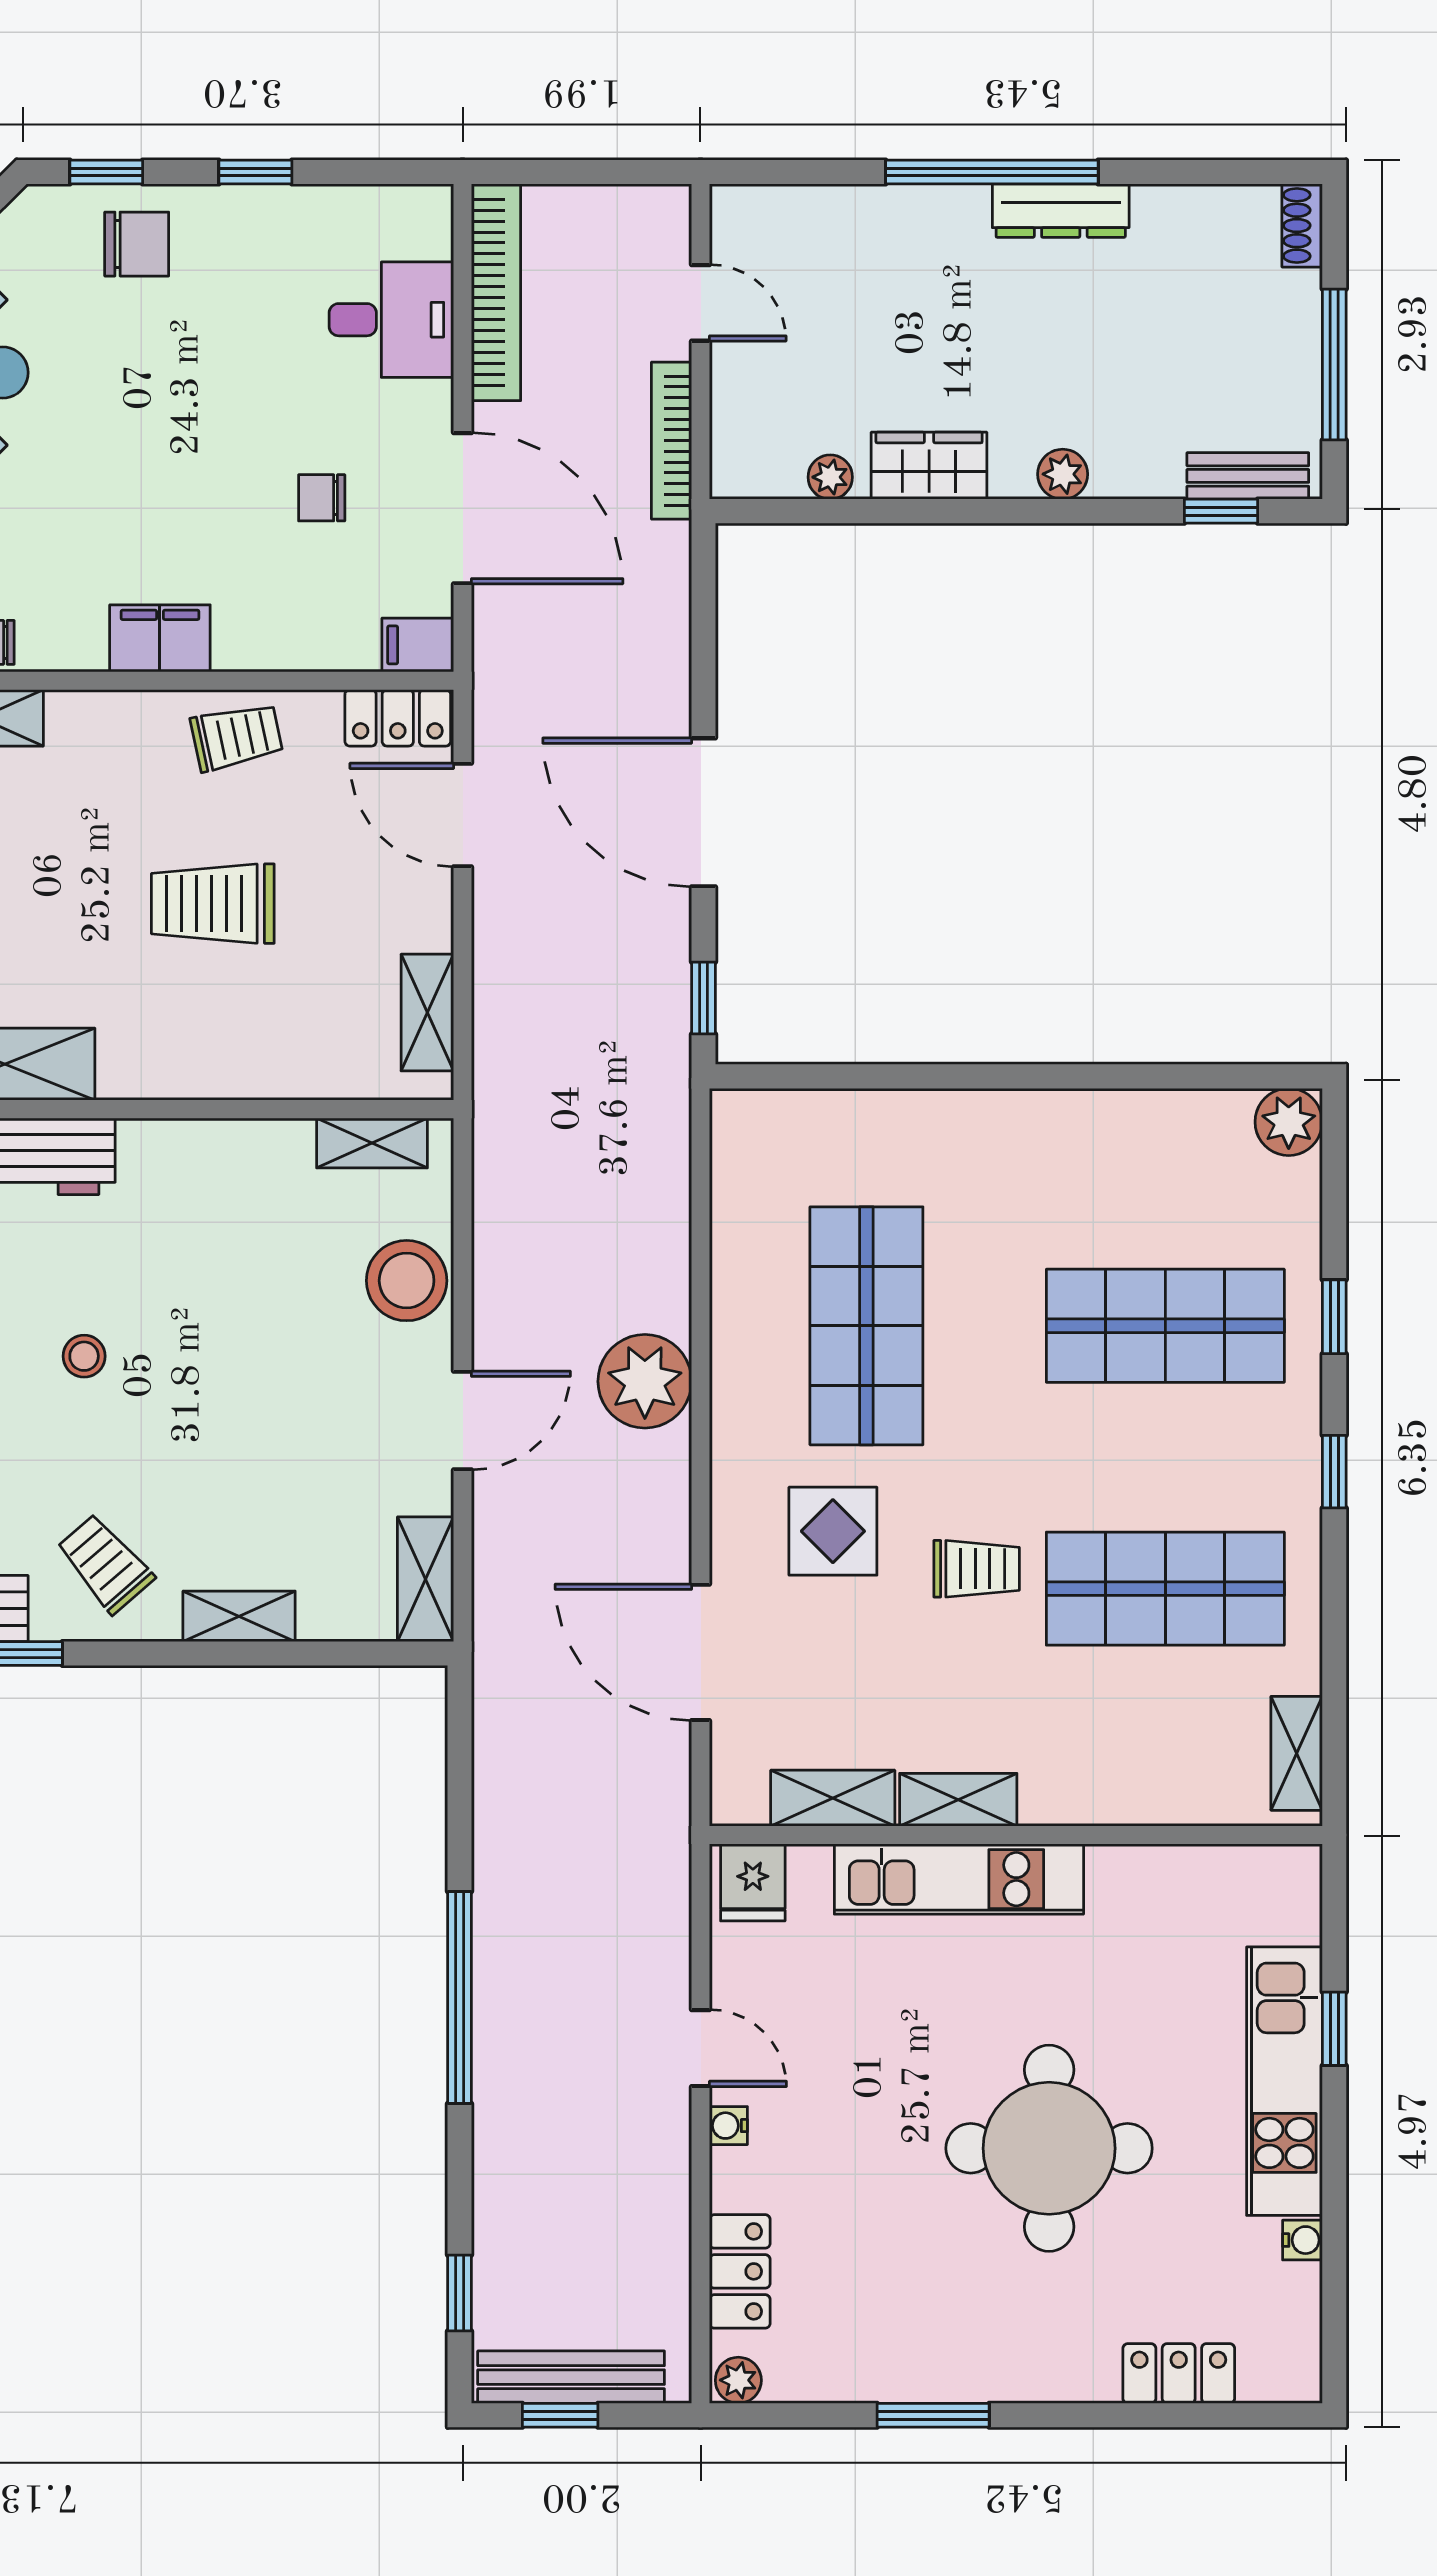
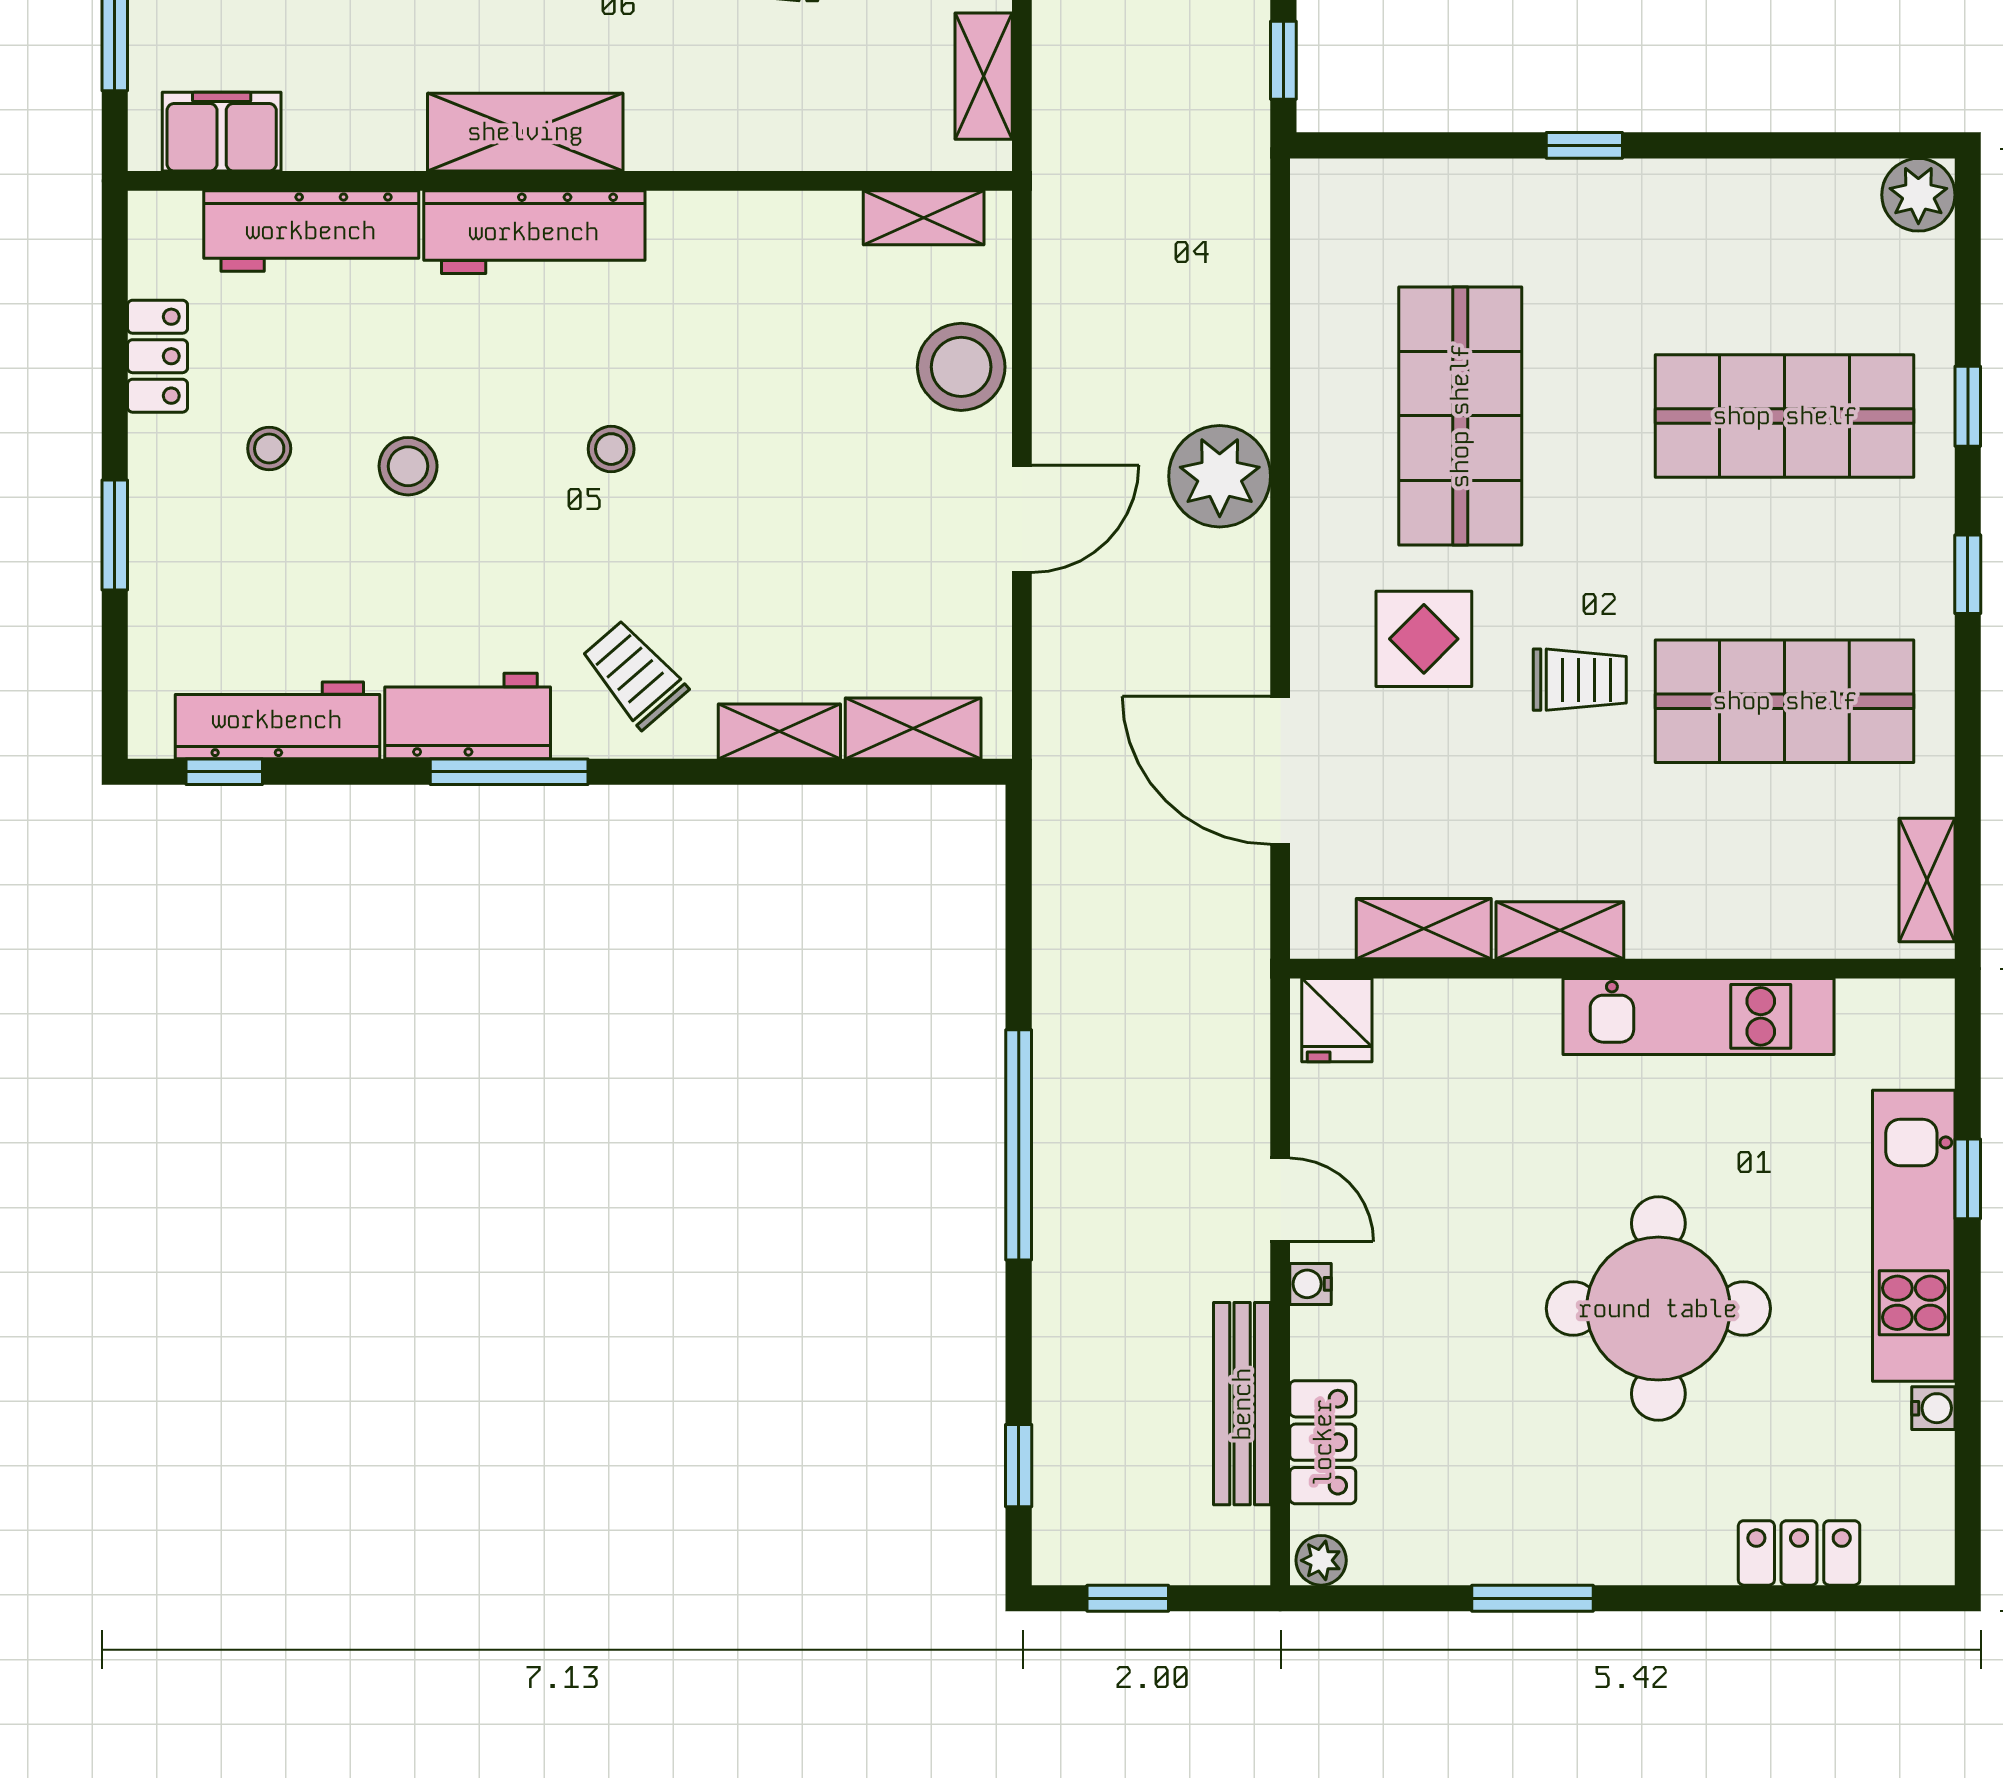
window: (981, 1076) -> (1584, 145), added
shelving: (426, 1579) -> (913, 728), moved, turned 90
kitchen unit: (959, 1879) -> (1699, 1016), moved
bench: (571, 2377) -> (1242, 1404), moved, turned 90

